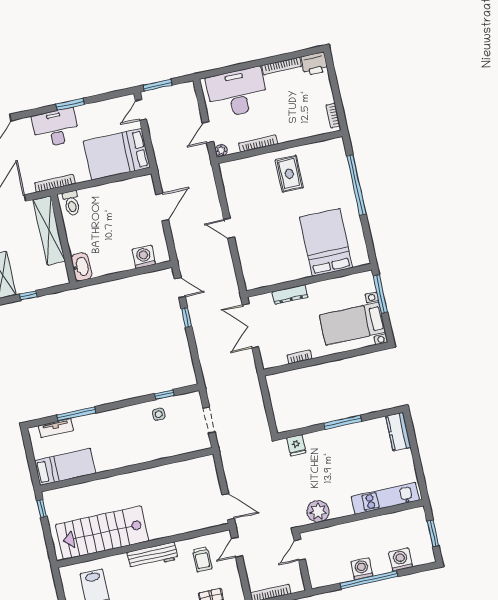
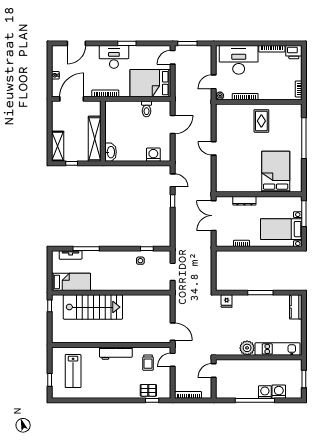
toilet: (72, 203) -> (147, 109), moved
shelving: (49, 230) -> (95, 139), moved
plant: (318, 511) -> (247, 348), moved
stairs: (102, 533) -> (93, 307), moved, turned 180
washing machine: (362, 569) -> (265, 392), moved

